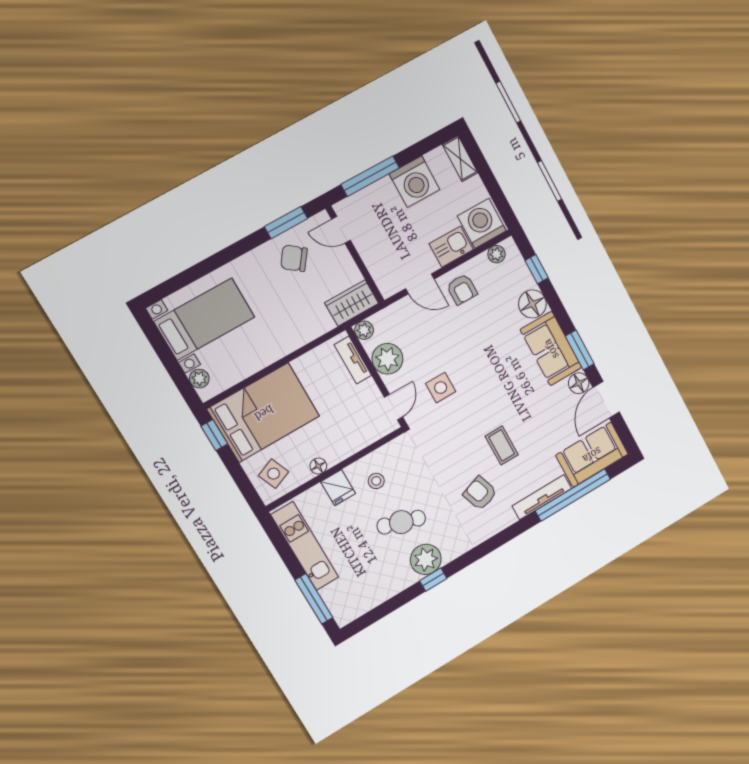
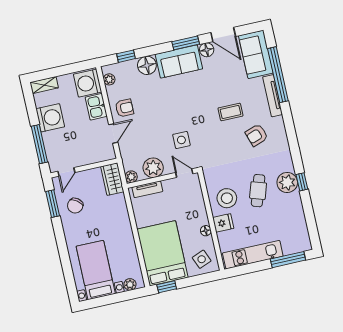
stool: (376, 481) -> (227, 198), width x1.89, depth x1.89

